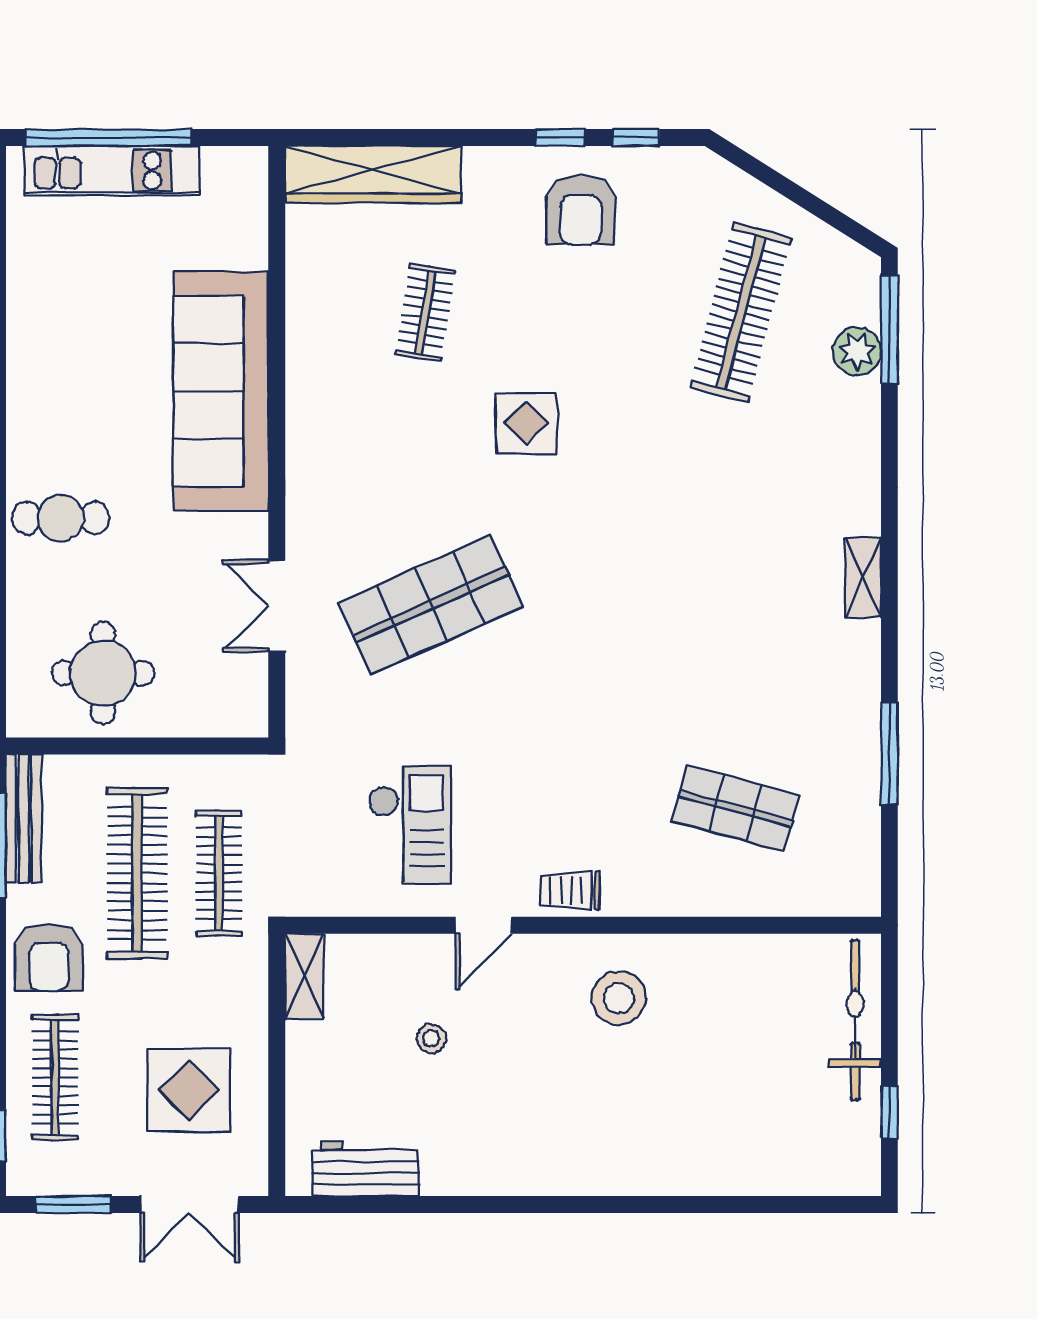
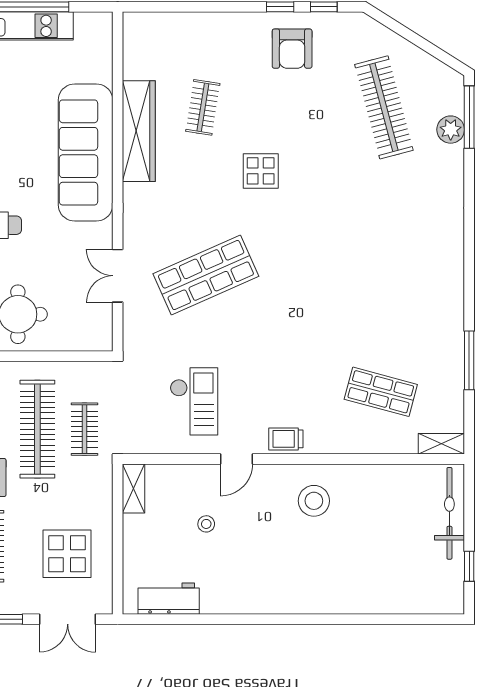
wardrobe: (373, 174) -> (139, 131), moved, turned -90
clothes rail: (741, 313) -> (384, 107), turned -30
shelving: (863, 578) -> (441, 444), moved, turned 90
clothes rail: (219, 873) -> (84, 429), width x0.73

